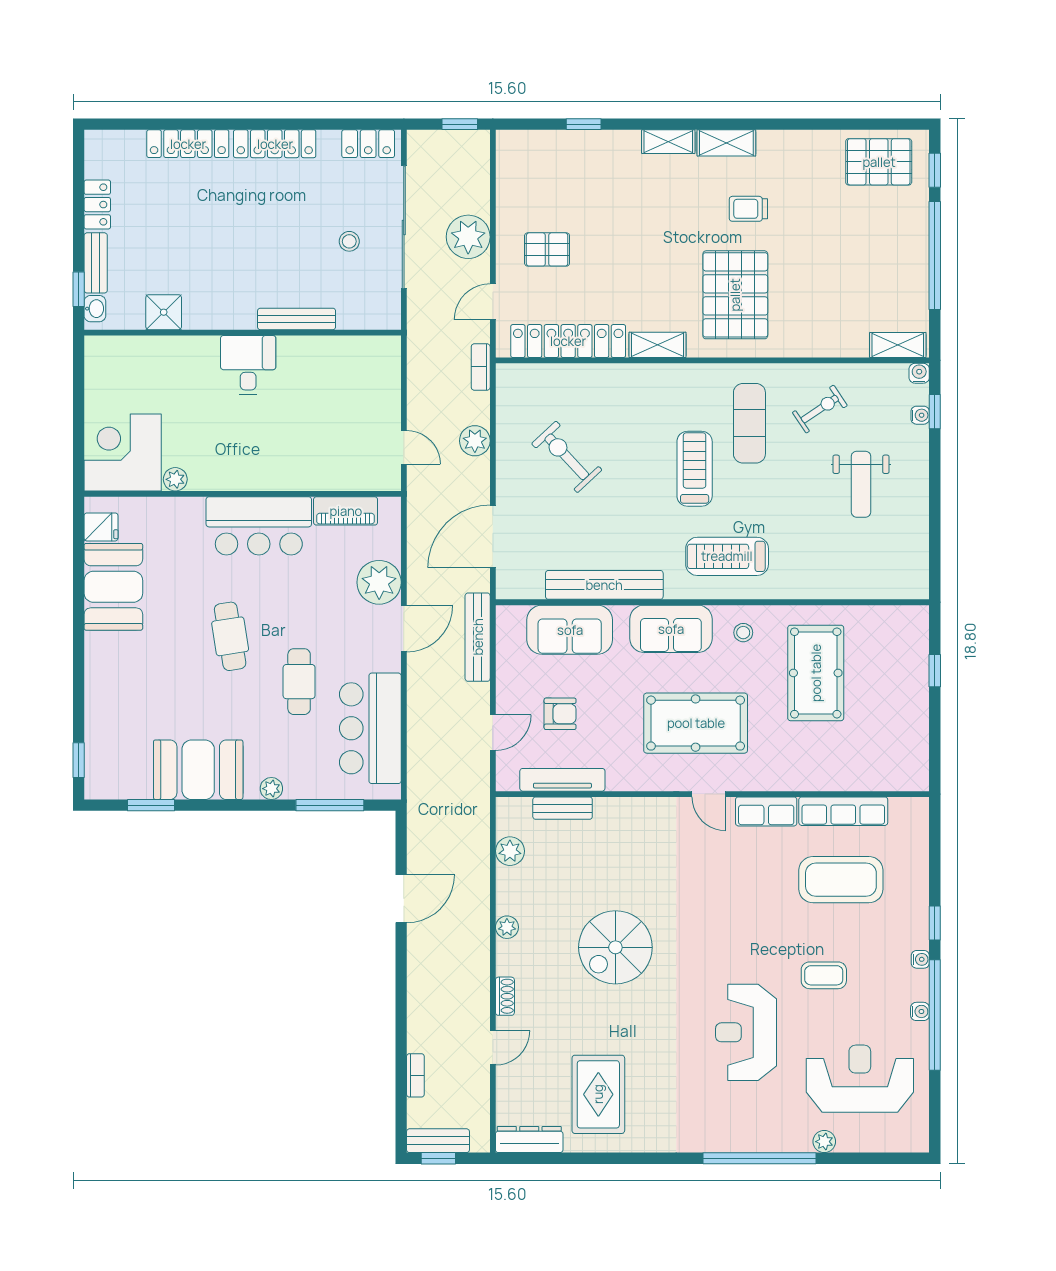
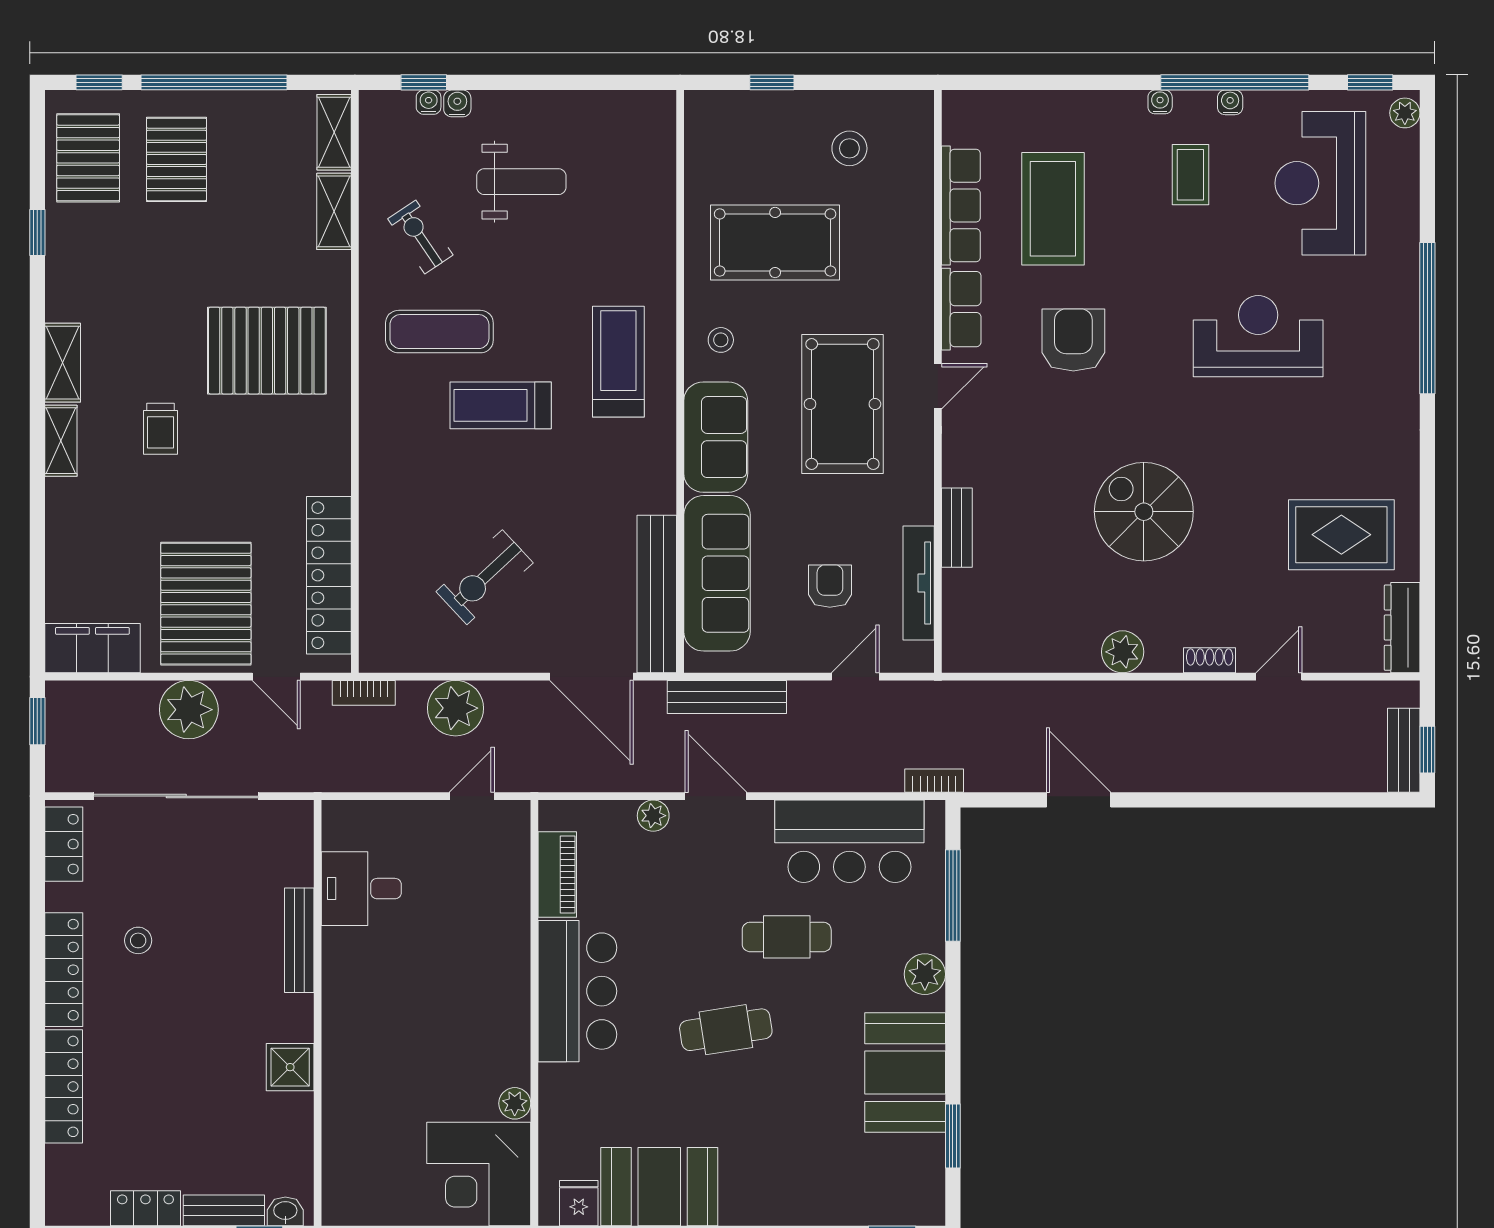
window: (584, 124) -> (37, 232), moved
filing cabinet: (514, 165) -> (92, 648), added
trolley: (748, 209) -> (161, 429), moved
pallet: (878, 228) -> (176, 159), added
stool: (349, 241) -> (138, 940), moved
pallet: (547, 249) -> (206, 604), width x2.05, depth x2.00
shower: (164, 312) -> (290, 1067), moved
shelving: (657, 345) -> (334, 211), moved
desk: (248, 365) -> (361, 889), moved
water cooler: (919, 373) -> (457, 103), moved, turned 90
plant: (475, 441) -> (456, 708), width x1.36, depth x1.36
treadmill: (727, 556) -> (618, 362), turned 180
plant: (379, 582) -> (653, 816), width x0.53, depth x0.53
bench: (604, 585) -> (657, 594), moved
sofa: (570, 630) -> (717, 573), width x1.36
stool: (886, 728) -> (849, 148), added
door: (493, 733) -> (855, 677), hinge flipped
plant: (271, 789) -> (925, 974), width x1.38, depth x1.38
bench: (563, 808) -> (957, 528), moved
plant: (510, 851) -> (1015, 653), removed
armchair: (743, 895) -> (1073, 340), added
window: (935, 923) -> (1370, 82), moved
plant: (507, 927) -> (1123, 652), width x1.38, depth x1.38
spiral stairs: (615, 947) -> (1144, 512), turned 180
coffee table: (824, 975) -> (1190, 175), moved
reception desk: (746, 1032) -> (1258, 336), turned 180
door: (493, 1048) -> (1279, 677), hinge flipped
bookcase: (415, 1075) -> (934, 781), moved
plant: (824, 1142) -> (1405, 113), moved

